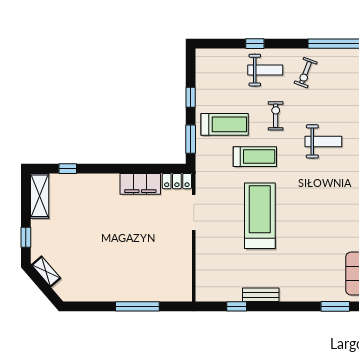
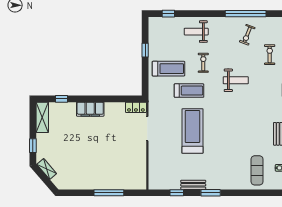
window: (255, 44) -> (168, 14), moved
weight bench: (265, 70) -> (196, 32), turned 180
exercise bike: (306, 73) -> (247, 35), moved
window: (191, 139) -> (145, 79), removed
filing cabinet: (140, 184) -> (90, 109), moved
window: (335, 306) -> (211, 193), moved

